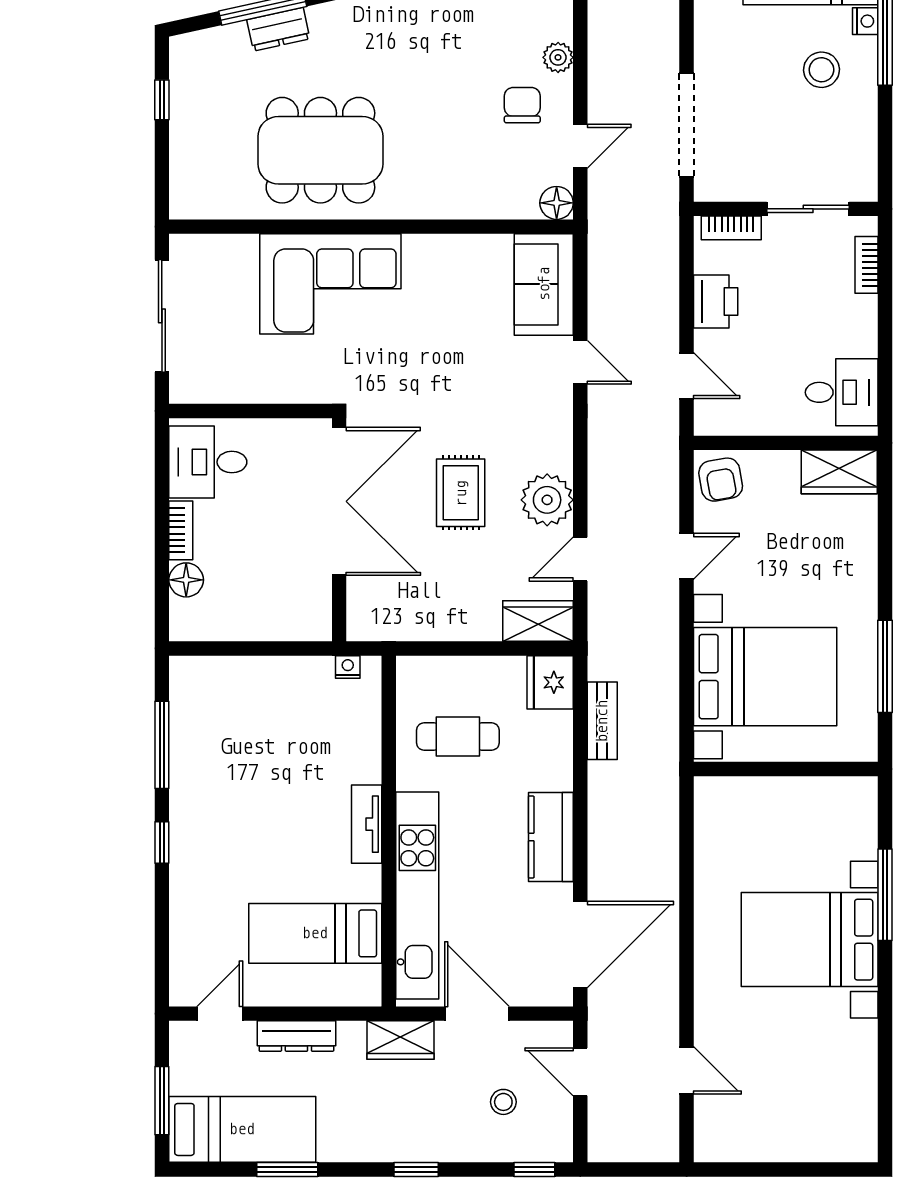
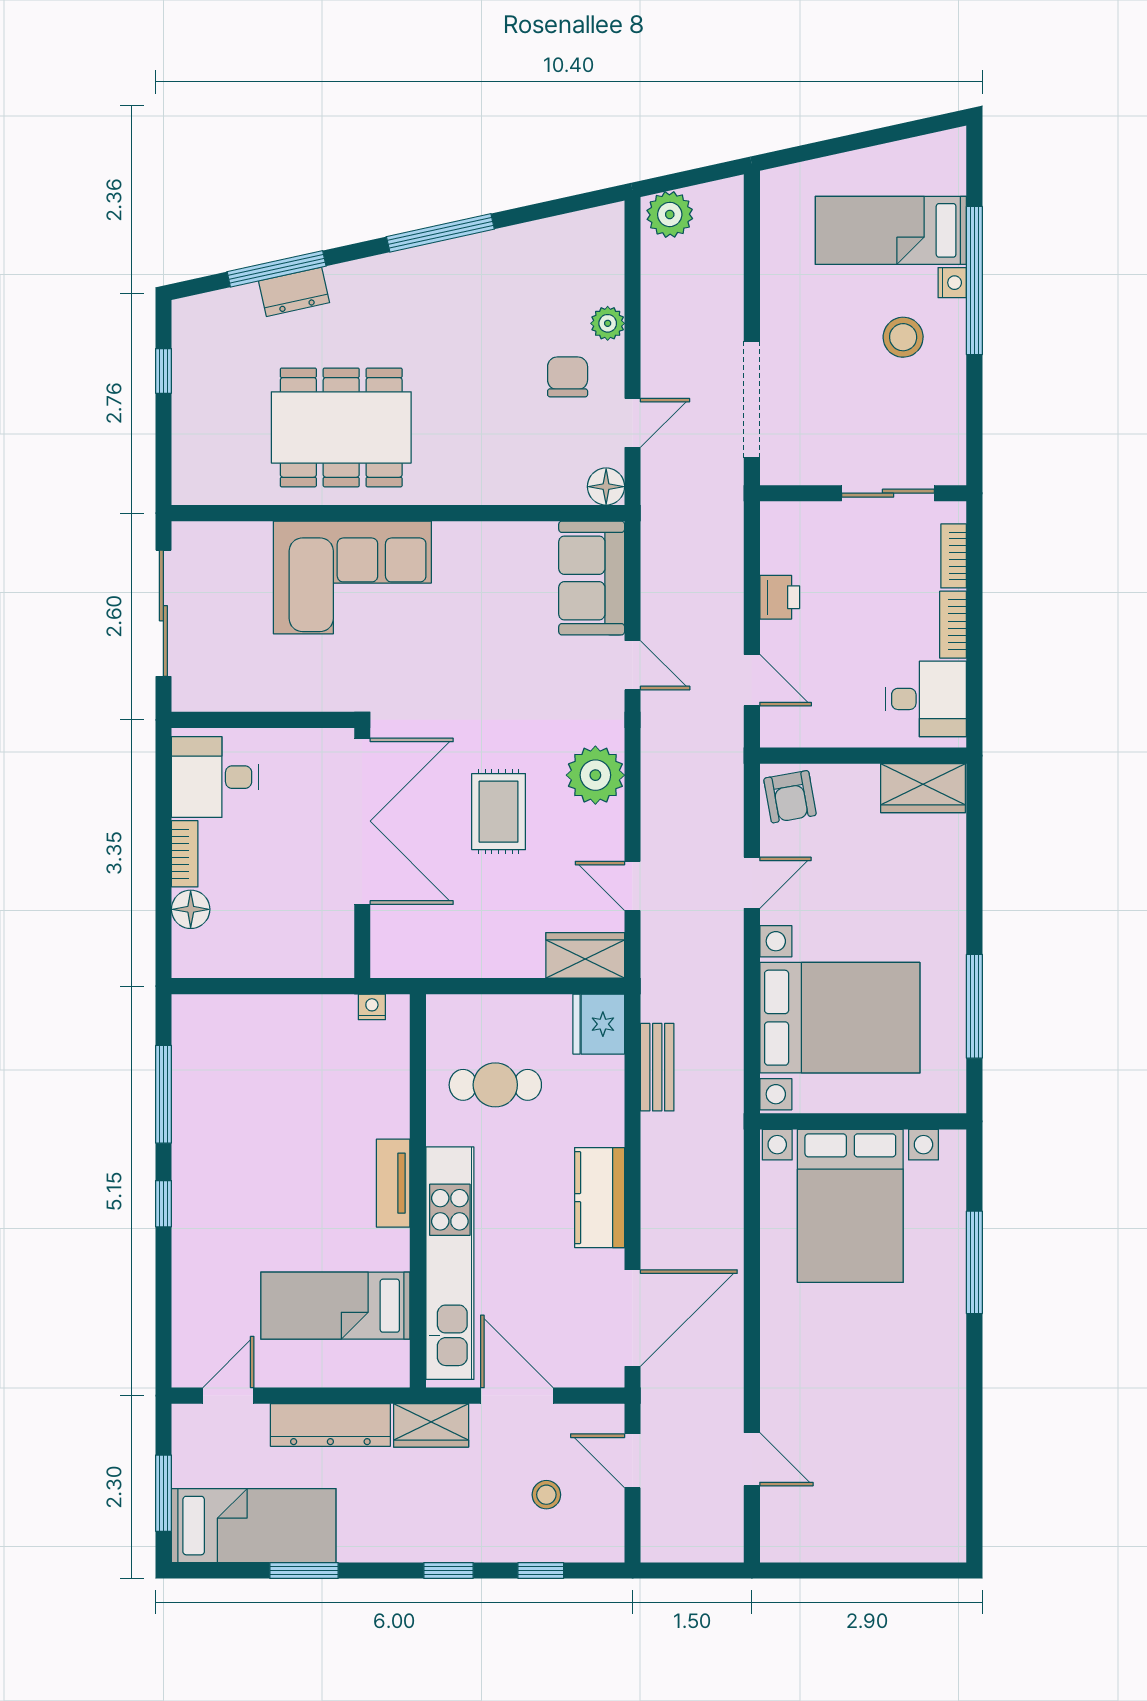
bookcase: (731, 228) -> (953, 625), moved, turned 90
printer: (716, 302) -> (780, 597), width x0.73, depth x0.81
plant: (547, 500) -> (595, 775), moved
door: (580, 559) -> (633, 886), hinge flipped
bed with nightstands: (810, 940) -> (850, 1206), moved, turned -90
dresser: (296, 1036) -> (330, 1425), width x1.37, depth x1.24
window: (534, 1170) -> (541, 1571), moved

